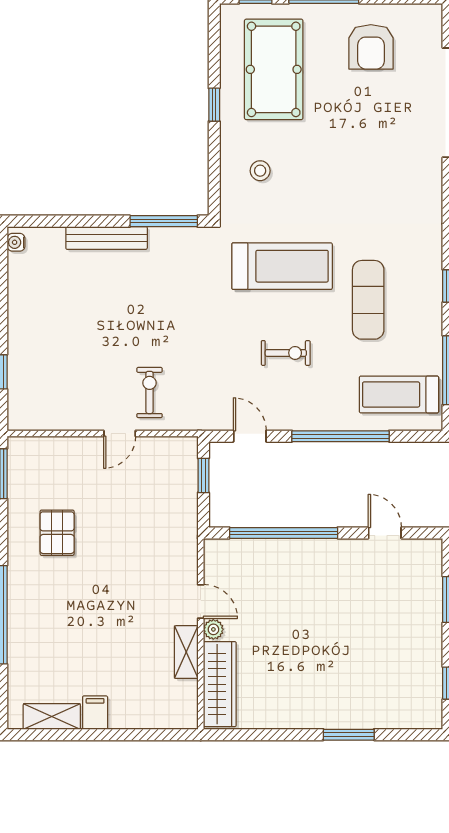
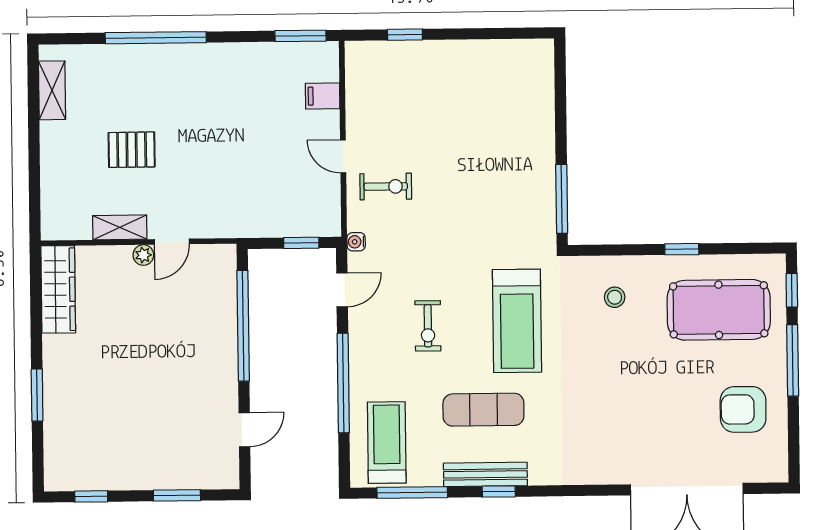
bench: (107, 238) -> (485, 474), moved, turned 90
water cooler: (16, 242) -> (356, 242), moved, turned -90
pallet: (57, 533) -> (132, 150), moved
wardrobe: (220, 684) -> (58, 289), moved, turned -90
filing cabinet: (95, 713) -> (323, 96), moved, turned 180

